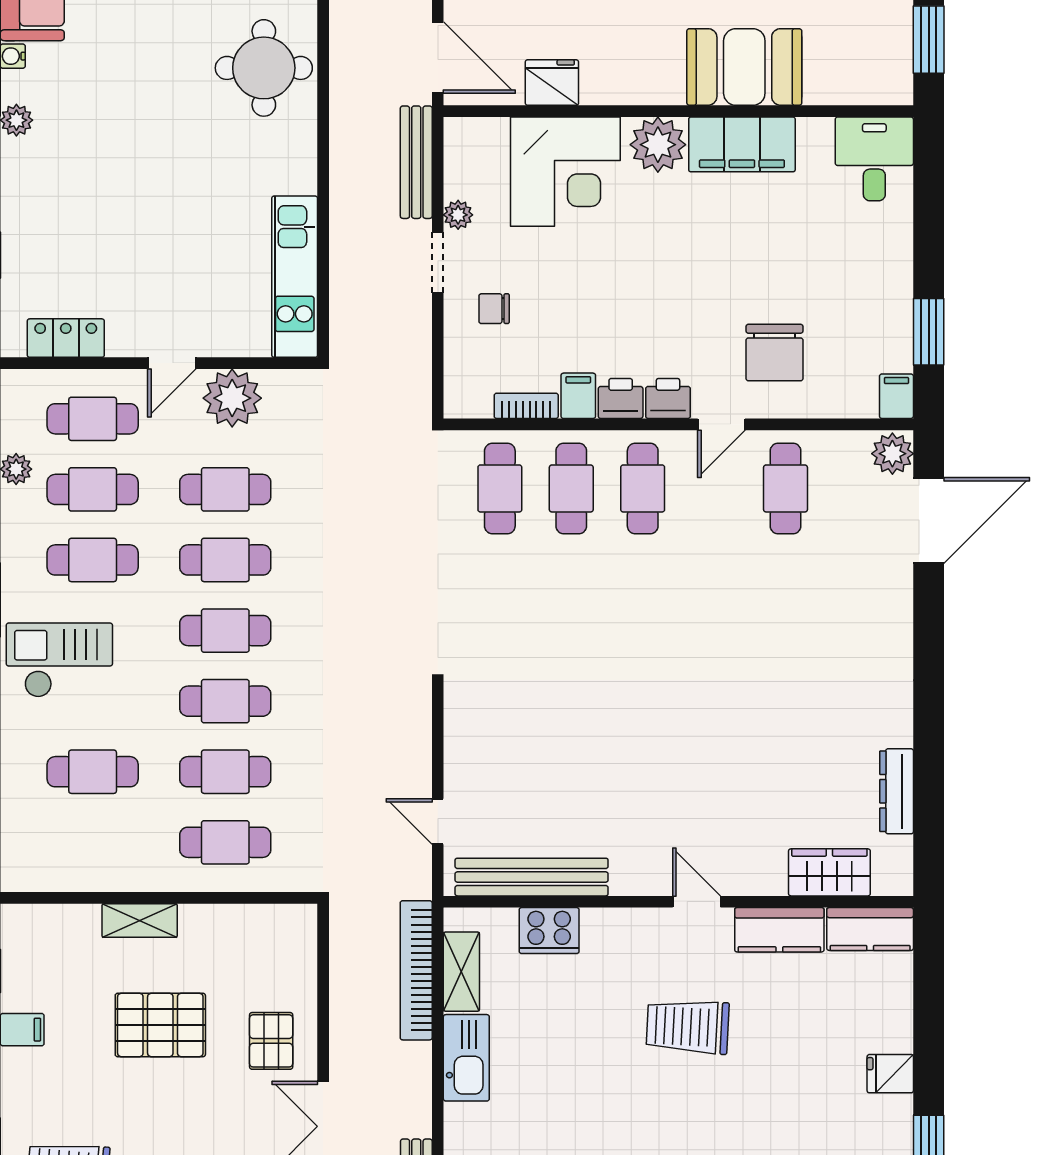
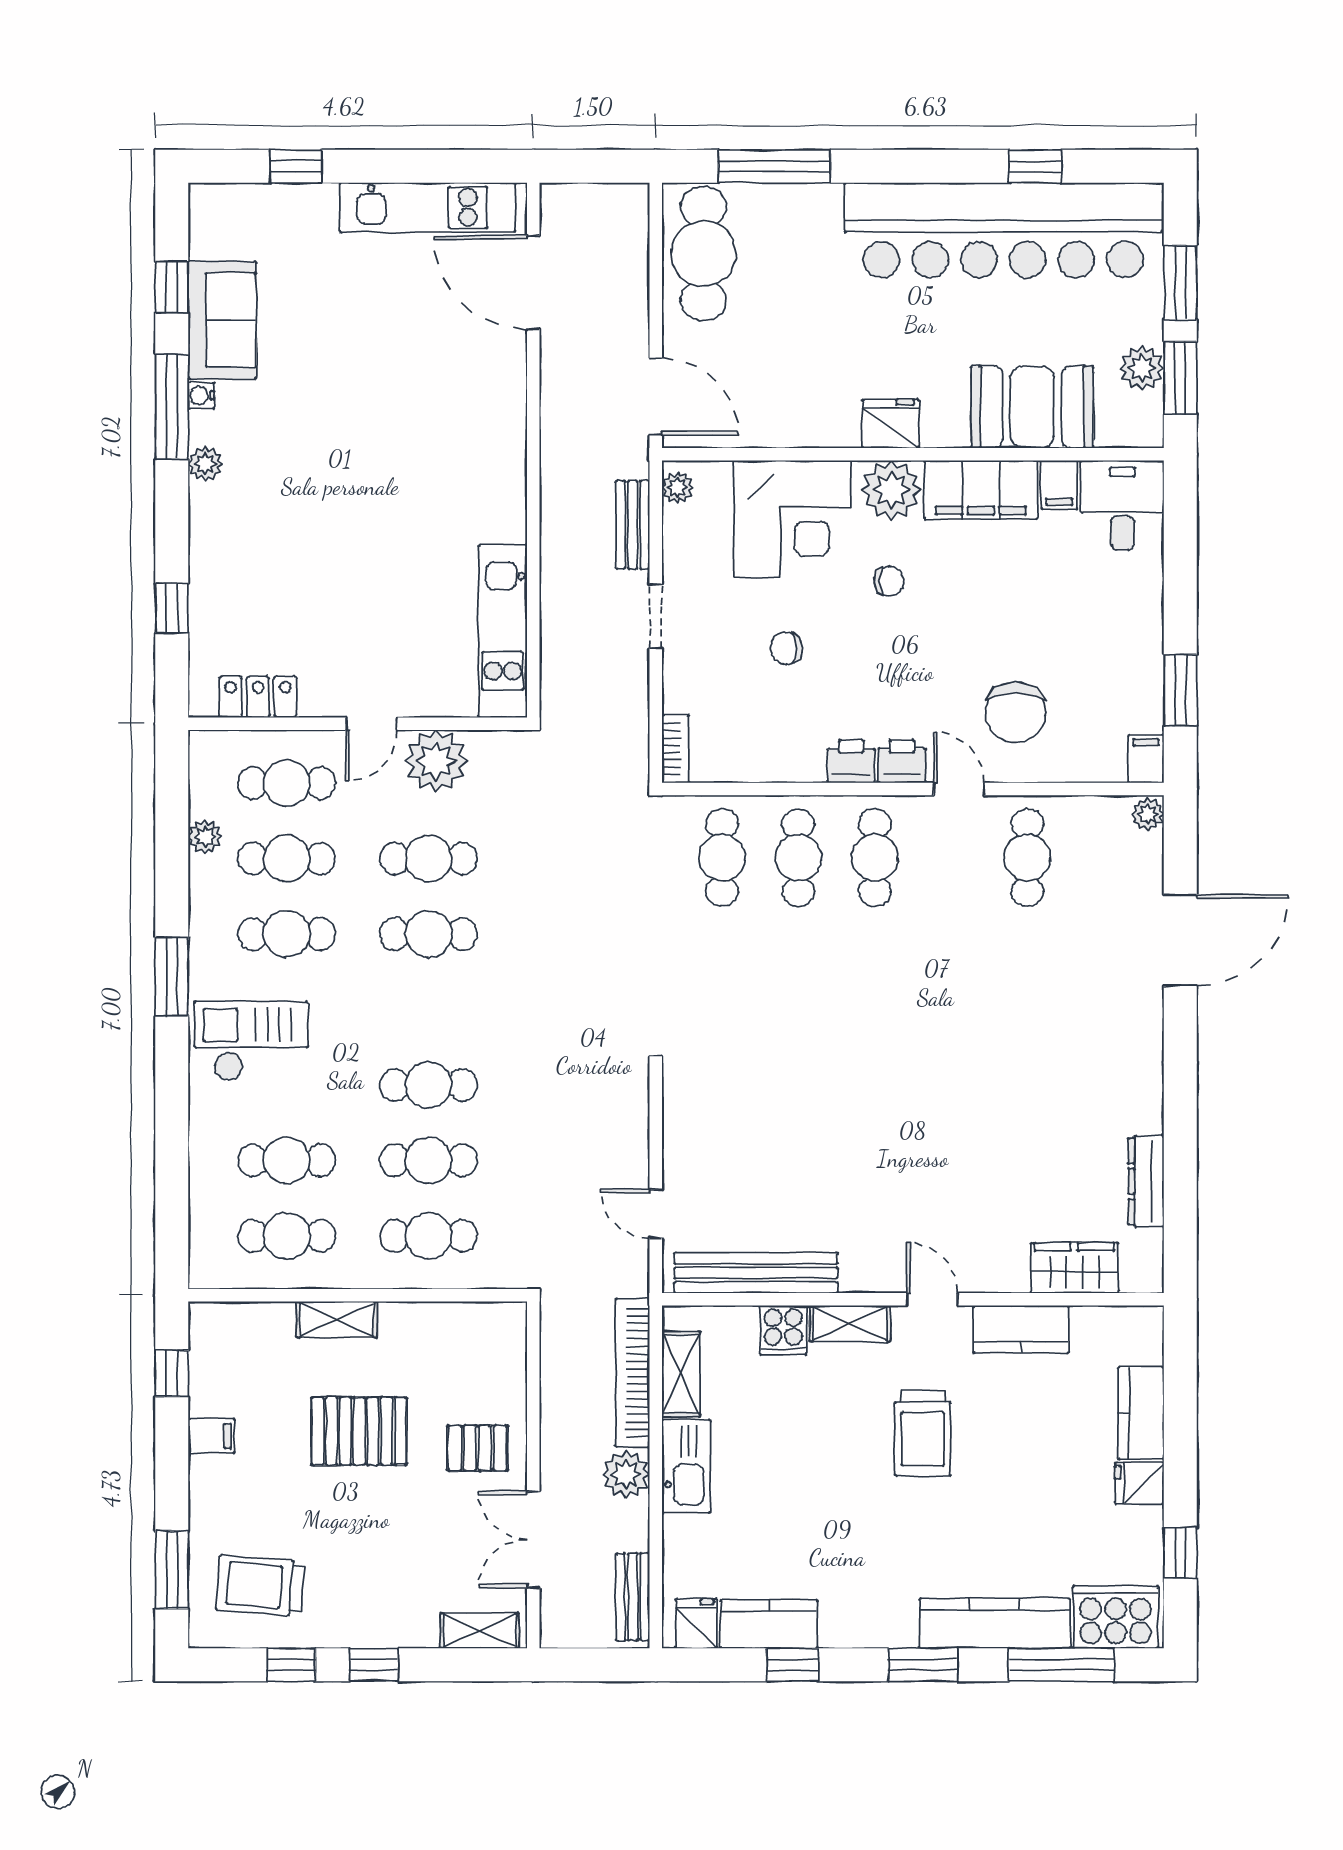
plant: (893, 30) -> (1142, 368), added
booth: (744, 67) -> (1032, 407), moved
round table: (264, 68) -> (470, 408), removed
fridge: (552, 83) -> (890, 424), moved
bench: (416, 162) -> (633, 525), width x0.73
plant: (458, 215) -> (677, 488), moved
chair: (656, 230) -> (889, 581), added
chair: (494, 309) -> (786, 648), moved
filing cabinet: (578, 396) -> (1059, 485), moved, turned 180
bookcase: (526, 406) -> (675, 749), moved, turned 90
door: (721, 424) -> (959, 789), swing flipped
plant: (892, 454) -> (1148, 814), width x0.73, depth x0.73
door: (929, 520) -> (1180, 940), moved
cafe table: (225, 631) -> (287, 1236), moved
shelving: (620, 924) -> (850, 1324), added
kitchen counter: (870, 929) -> (1141, 1413), moved, turned 90
cooker: (549, 931) -> (783, 1330), width x0.73
trolley: (688, 1027) -> (923, 1433), turned -93
pallet: (271, 1041) -> (478, 1448), turned 90
plant: (410, 1065) -> (626, 1474), added

